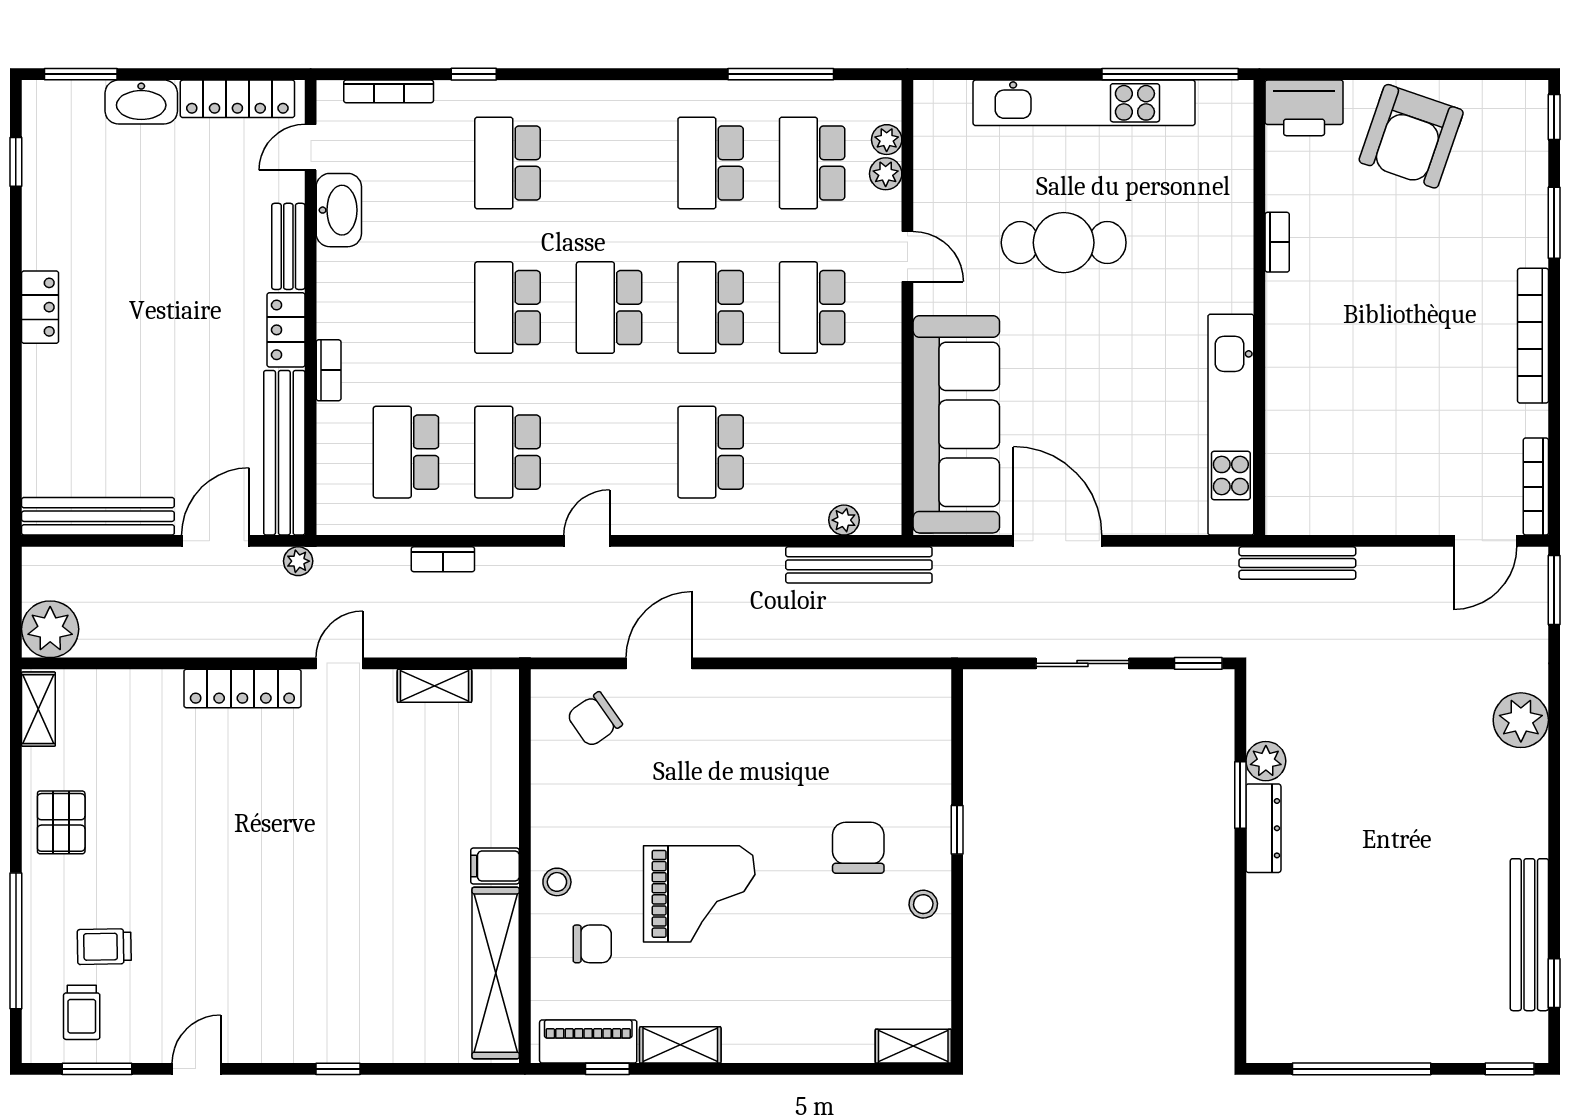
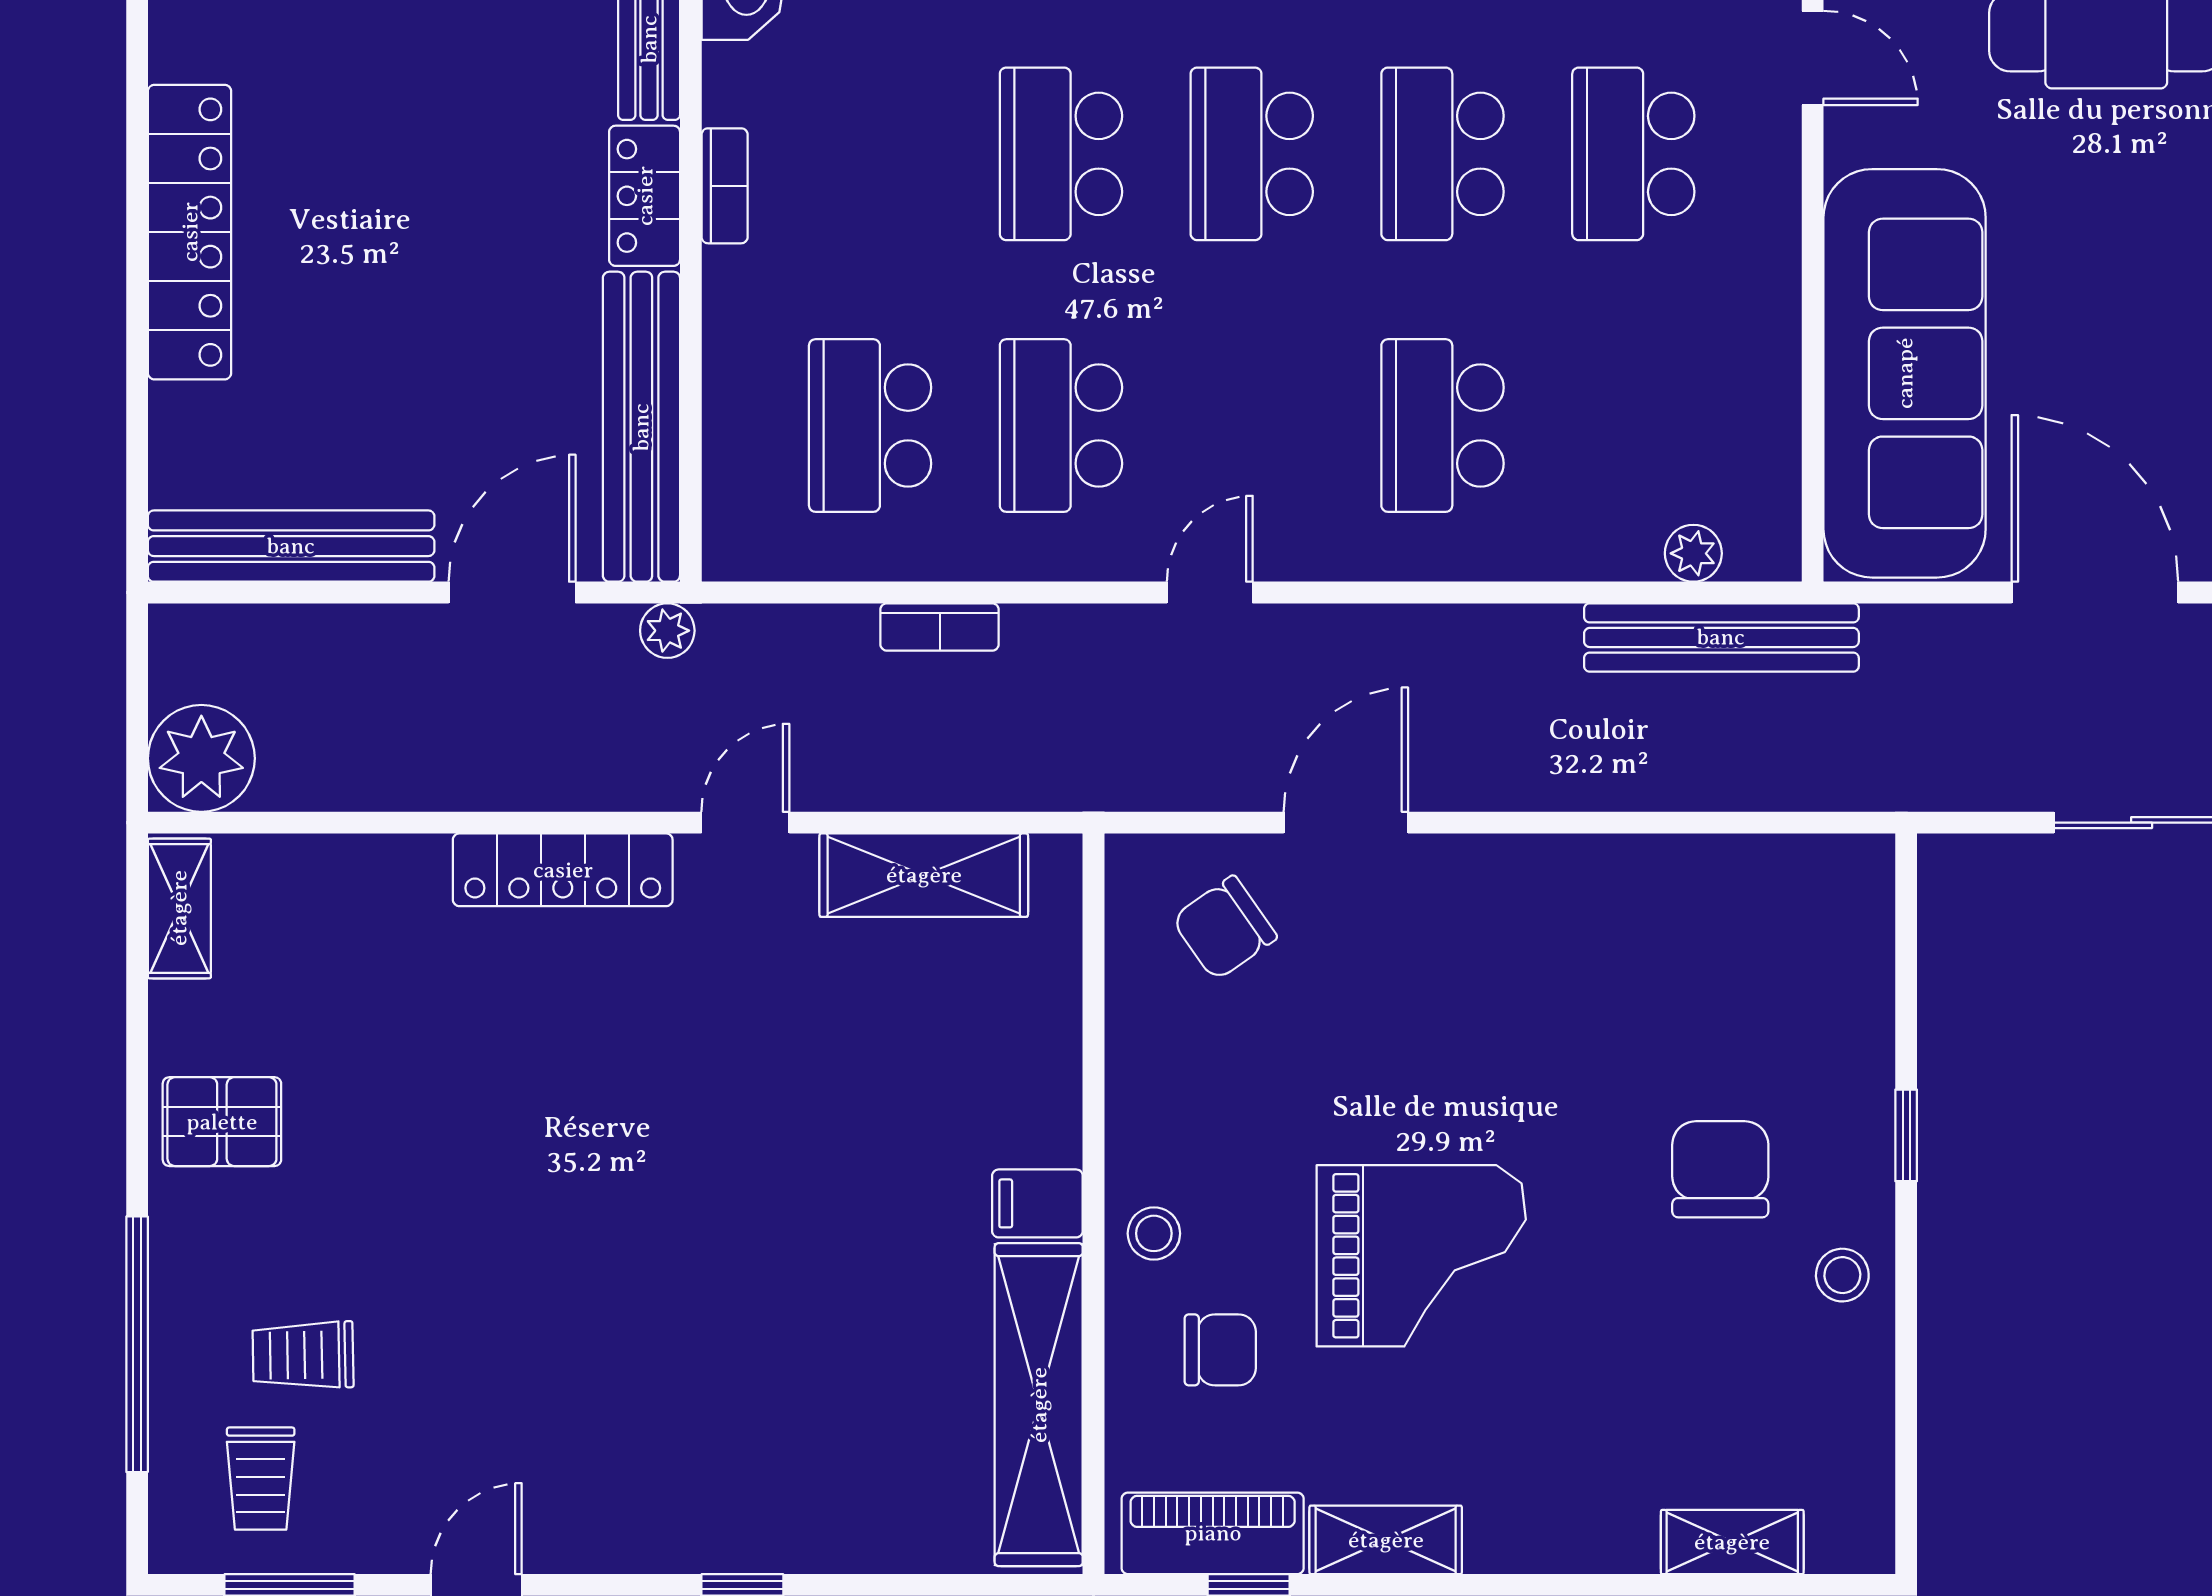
locker: (40, 307) -> (190, 232), width x2.16, depth x1.21
bookcase: (329, 370) -> (725, 186), moved
shelving: (435, 686) -> (924, 875), width x1.50, depth x1.33
pallet: (61, 822) -> (222, 1122), turned 90
shelving: (913, 1046) -> (1732, 1542), moved

